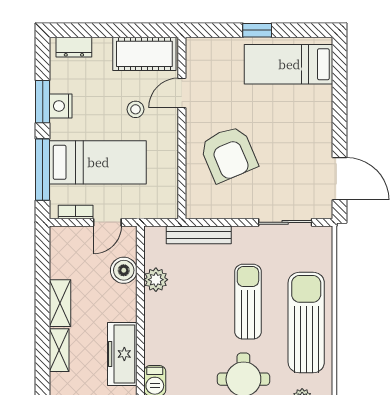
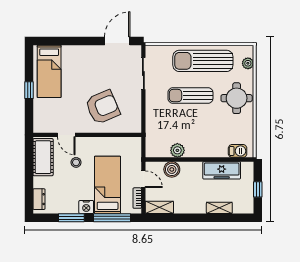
nightstand: (61, 106) -> (86, 207), moved
bench: (199, 235) -> (151, 125), removed
shelving: (60, 303) -> (159, 207), moved

